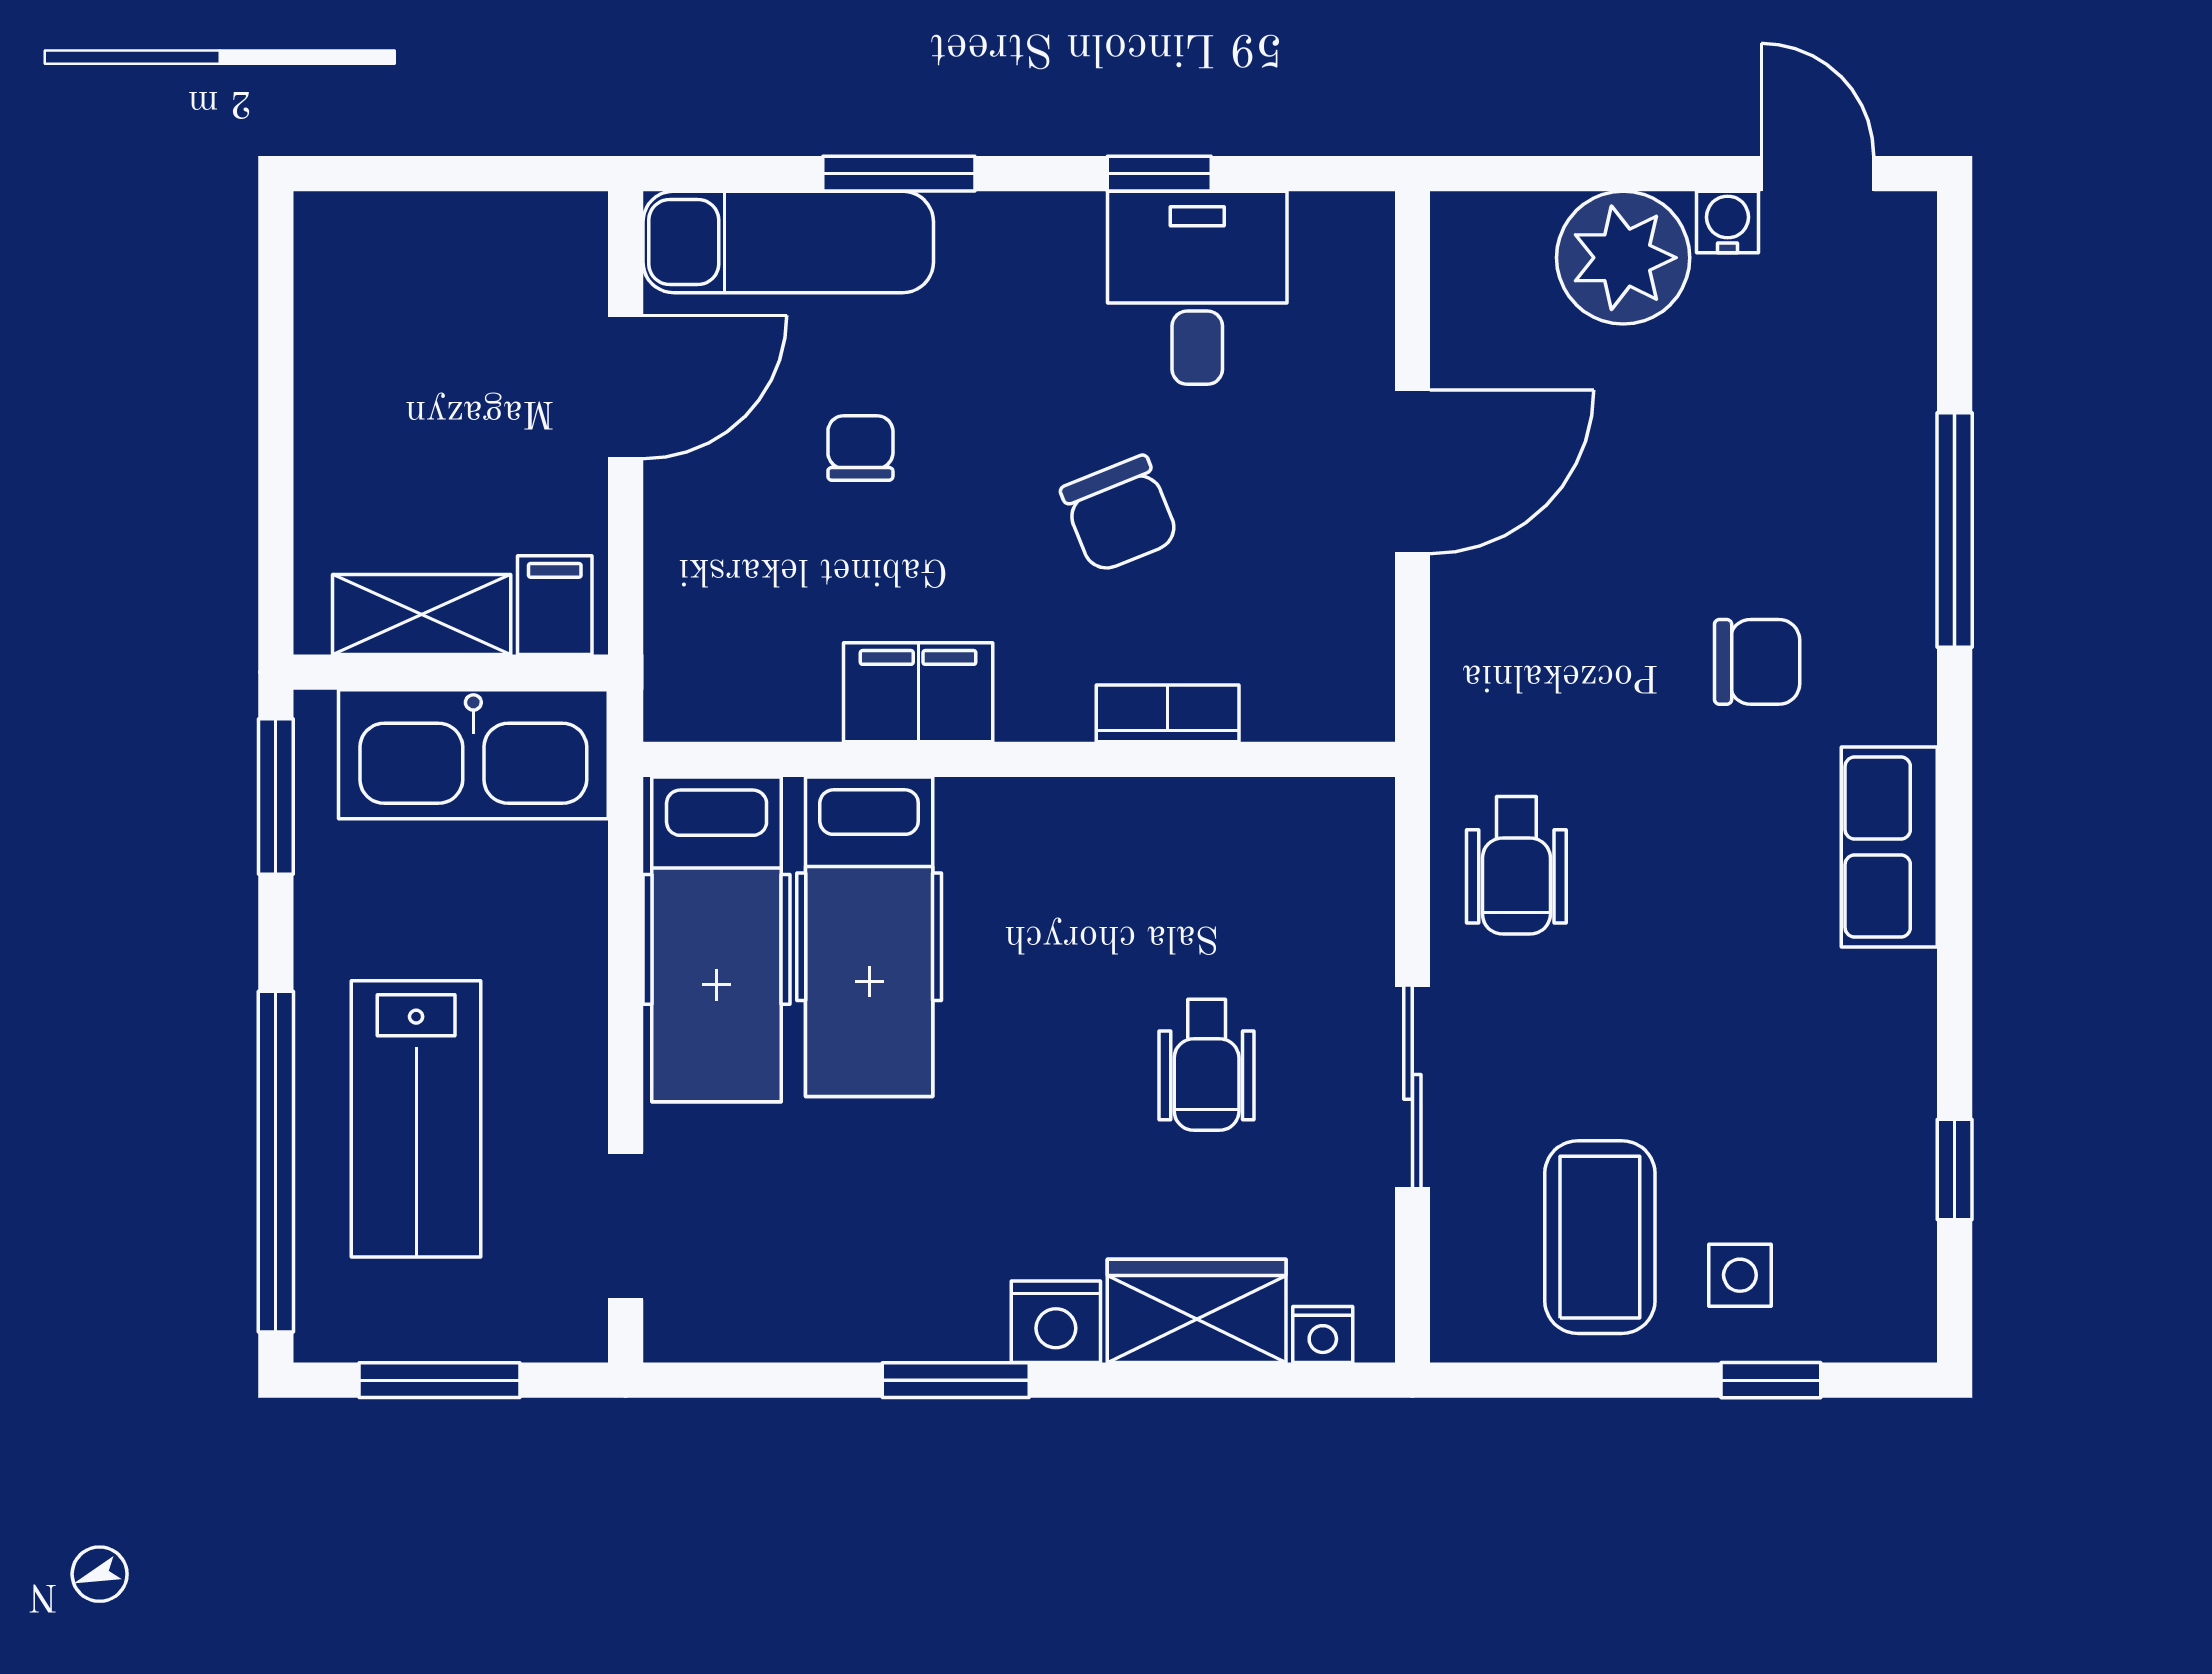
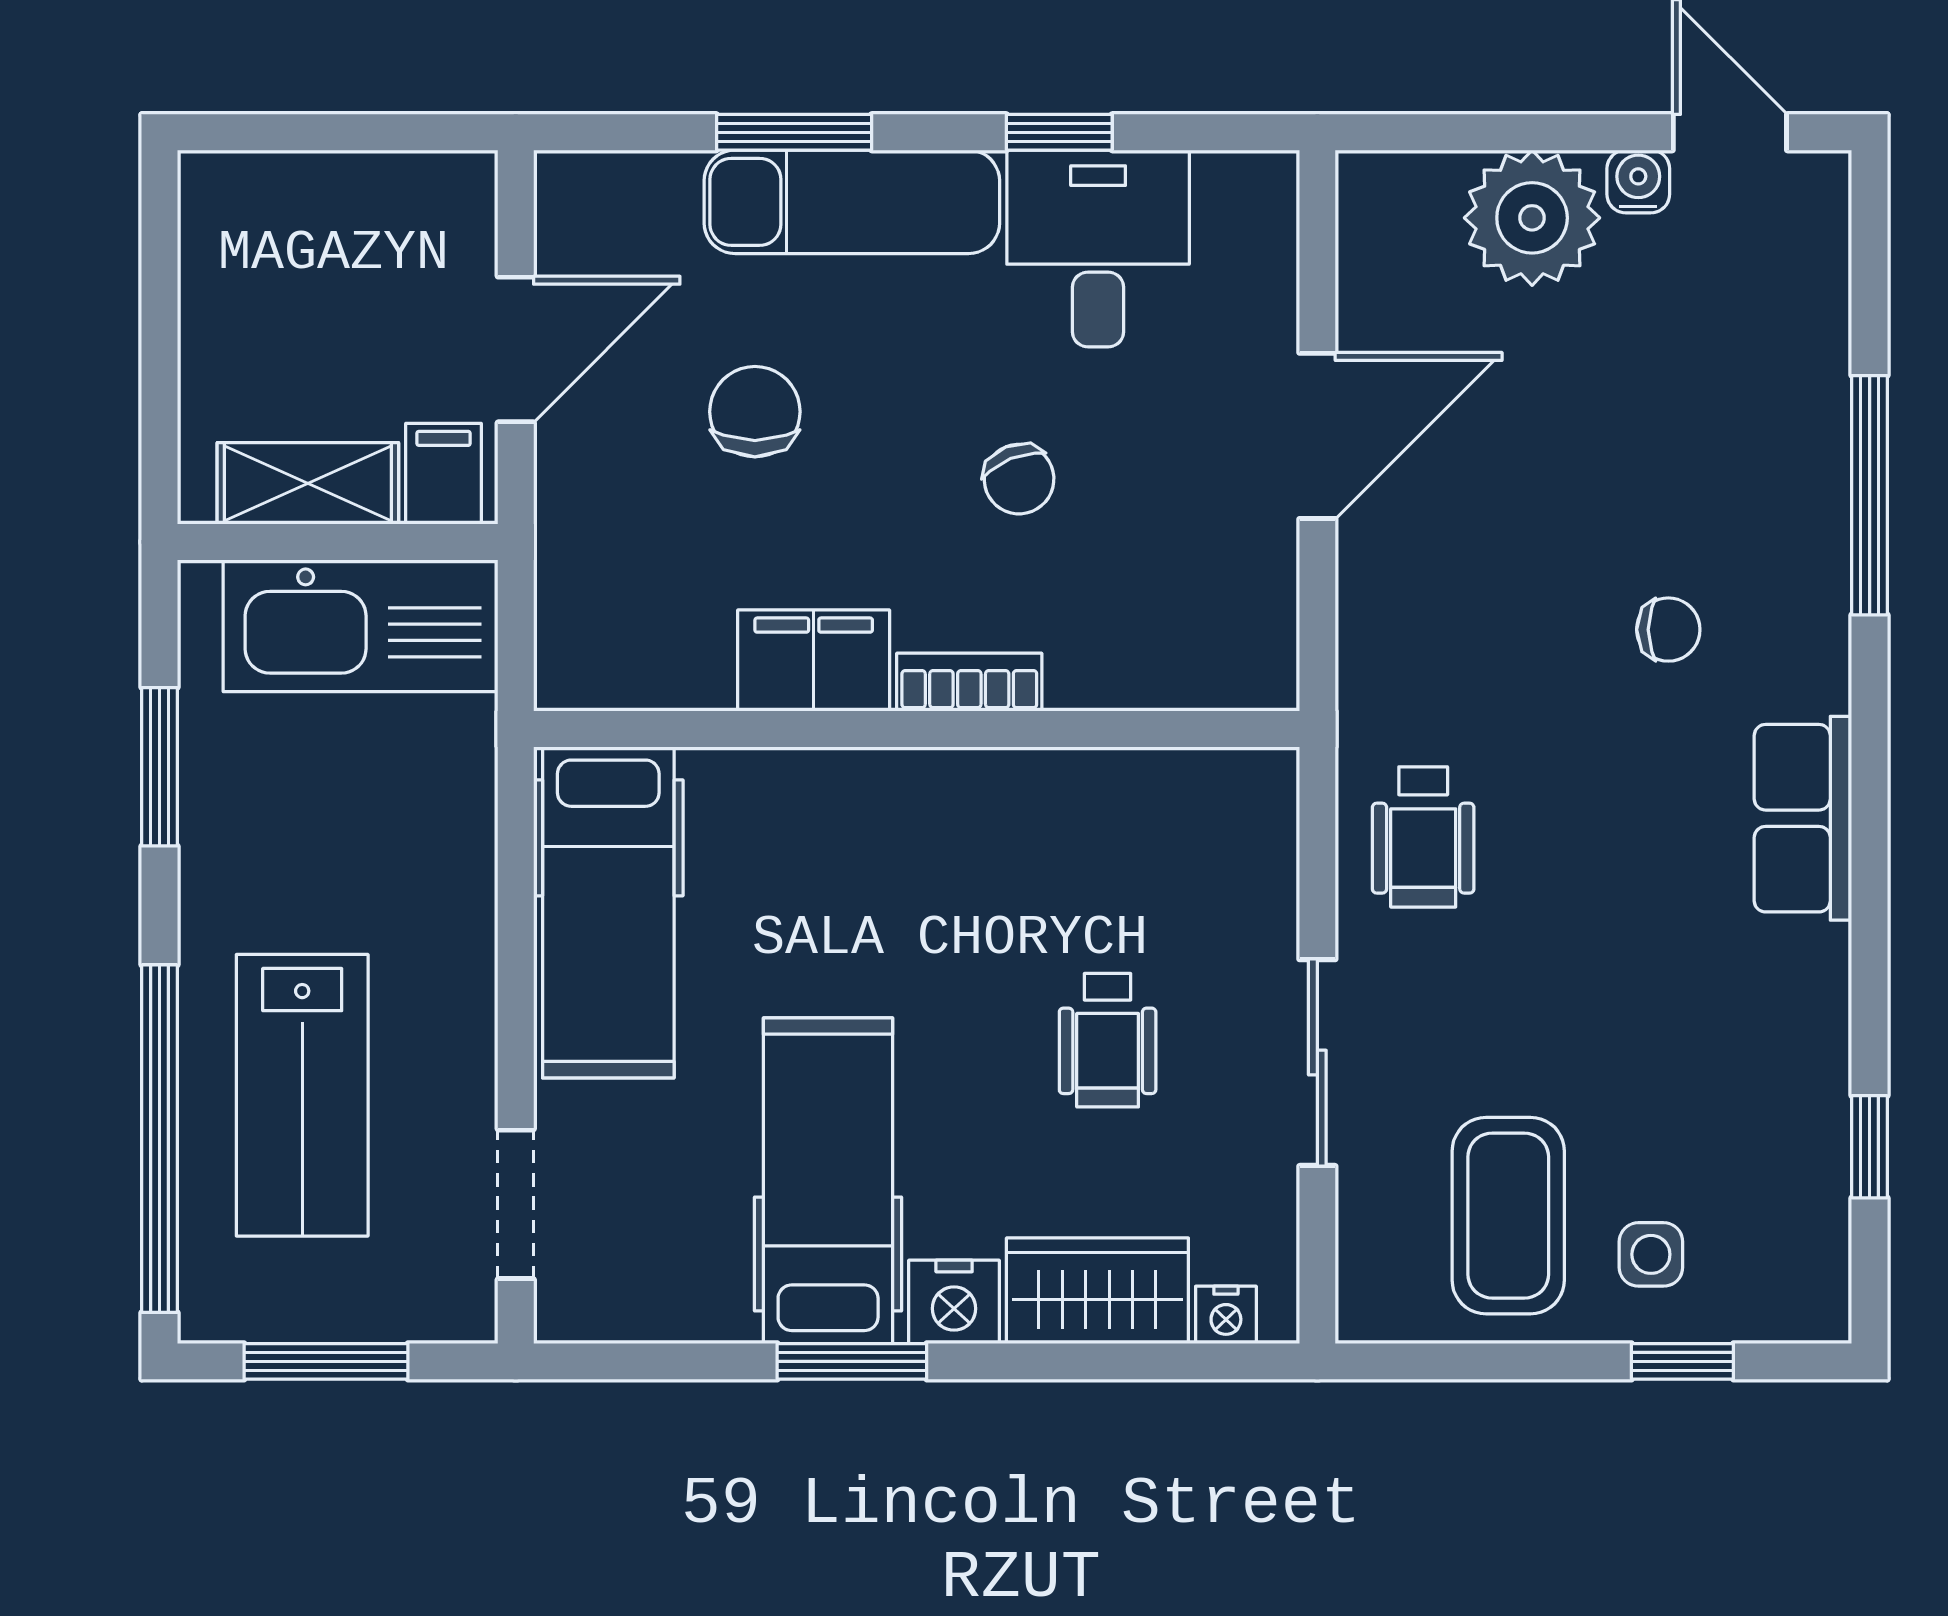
exam couch: (788, 242) -> (852, 202), moved
chair: (860, 448) -> (755, 412), width x1.37, depth x1.37
chair: (1120, 514) -> (1019, 479), width x0.73, depth x0.73
filing cabinet: (555, 605) -> (444, 474), moved
shelving: (422, 614) -> (308, 483), moved
chair: (1757, 662) -> (1668, 630), width x0.73, depth x0.73
wall: (451, 672) -> (338, 542), moved
bookcase: (1168, 713) -> (969, 682), moved
kitchen sink: (473, 754) -> (361, 626), moved
hospital bed: (869, 937) -> (828, 1181), moved, turned 180

